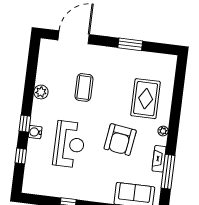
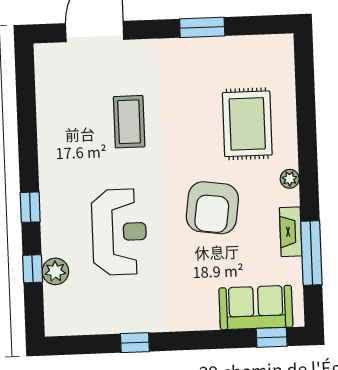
plant: (41, 92) -> (55, 271), moved
water cooler: (35, 132) -> (52, 220), removed

